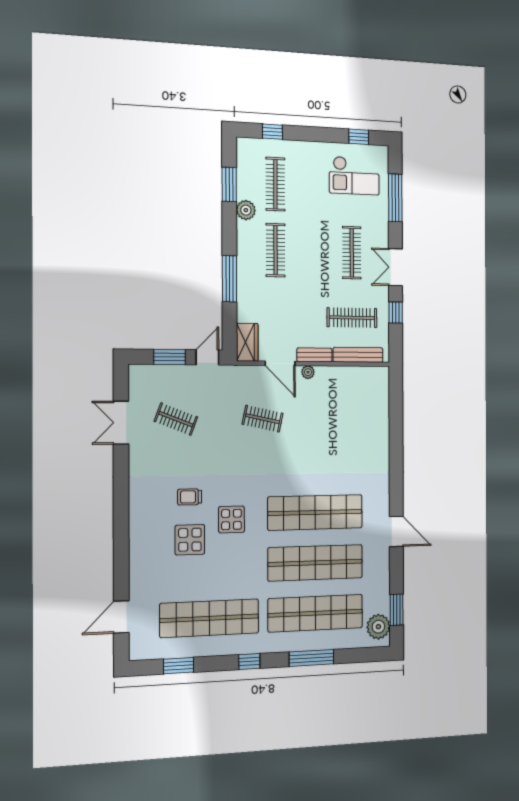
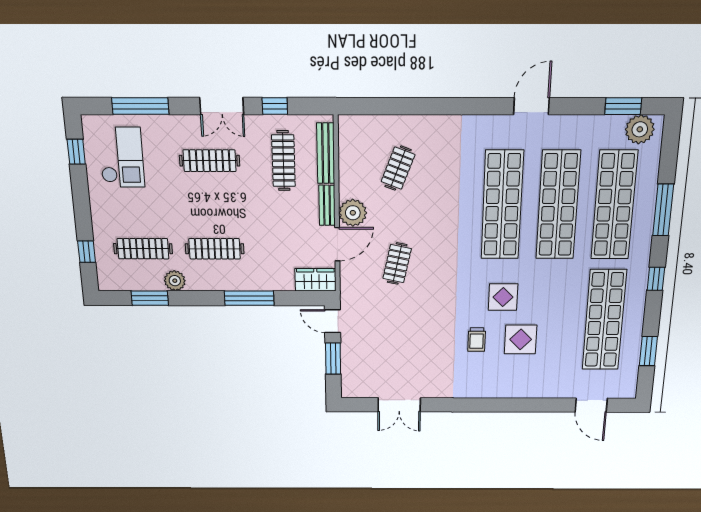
plant: (308, 372) -> (353, 213), width x1.88, depth x1.88
clothes rail: (176, 419) -> (398, 168), moved

